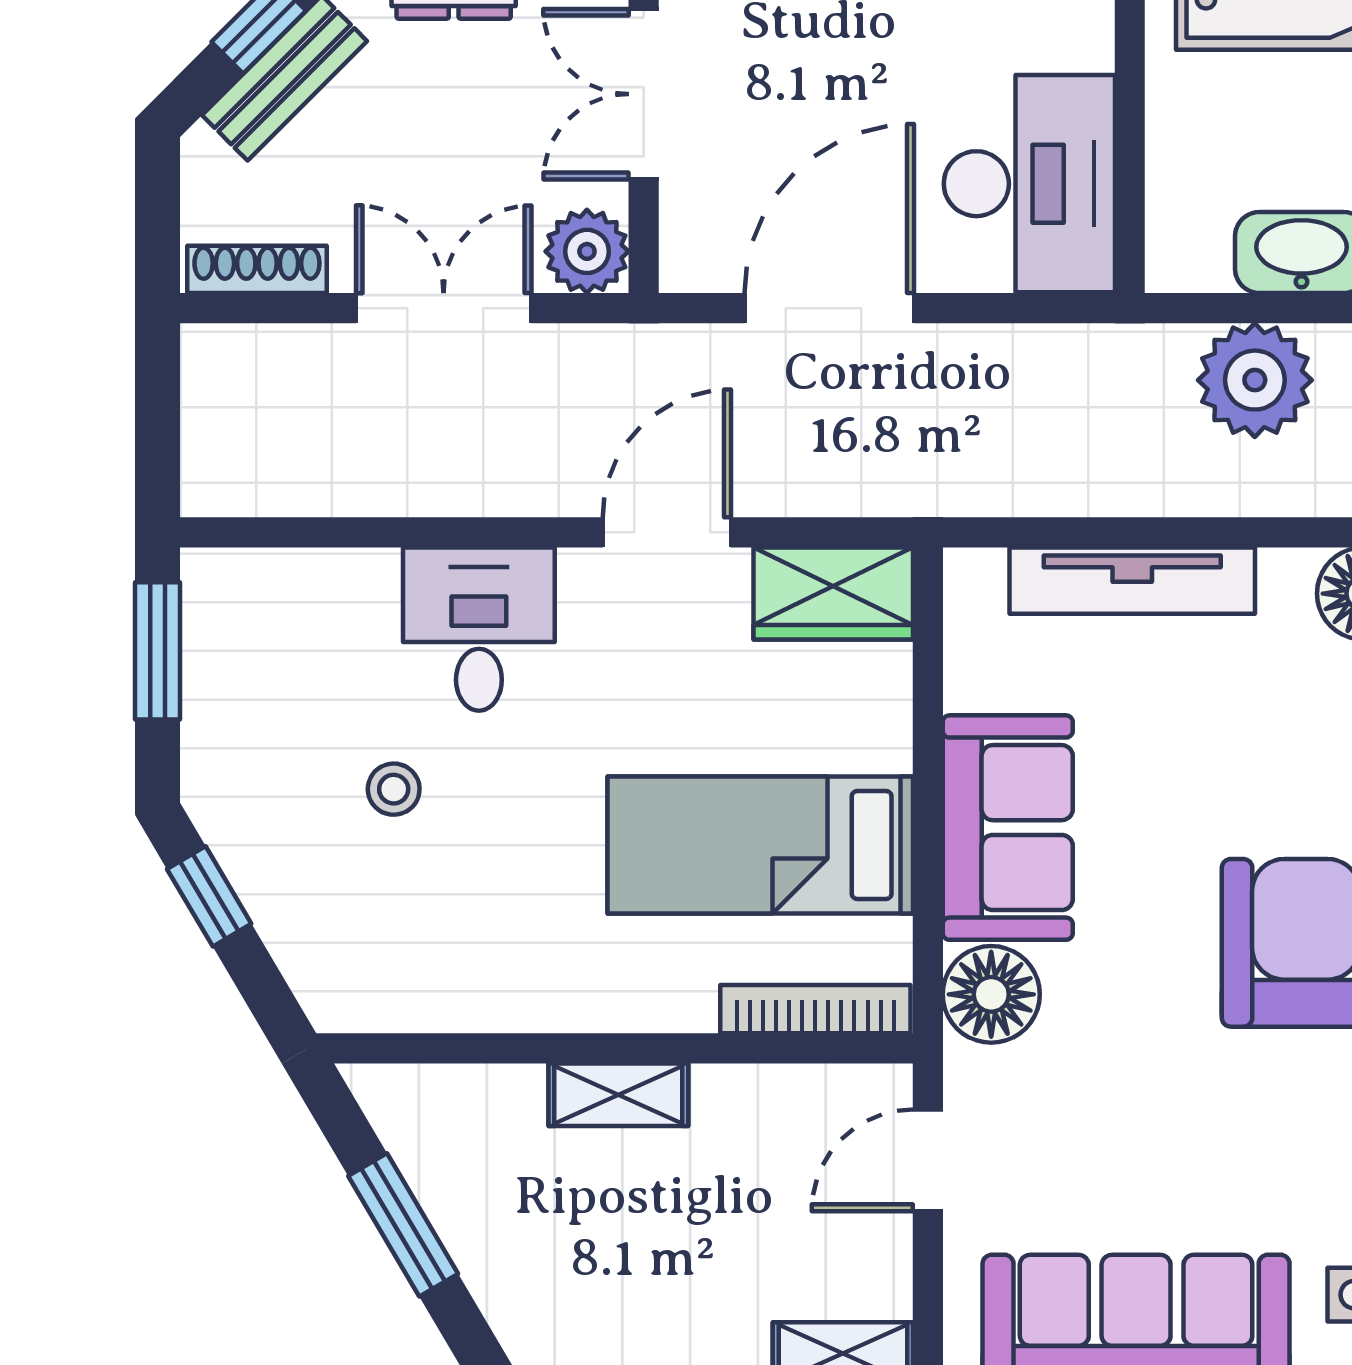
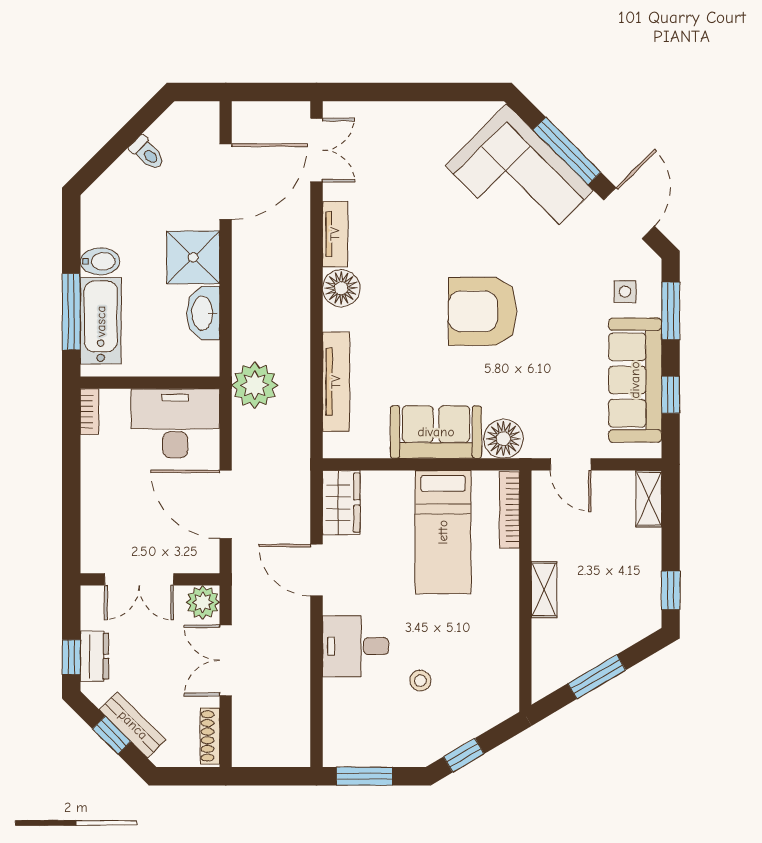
plant: (1255, 380) -> (255, 385), moved

